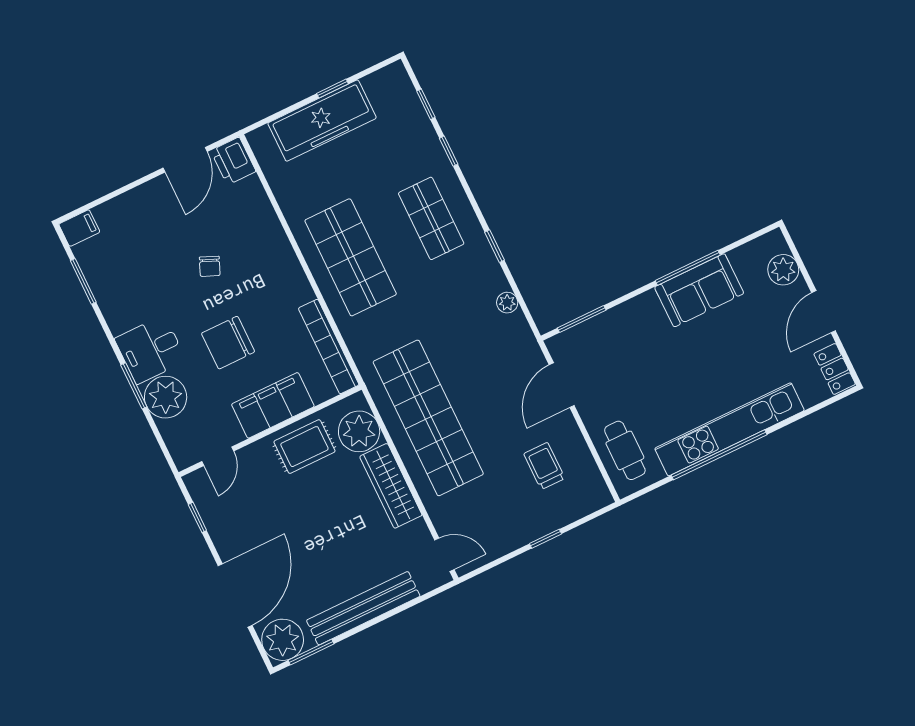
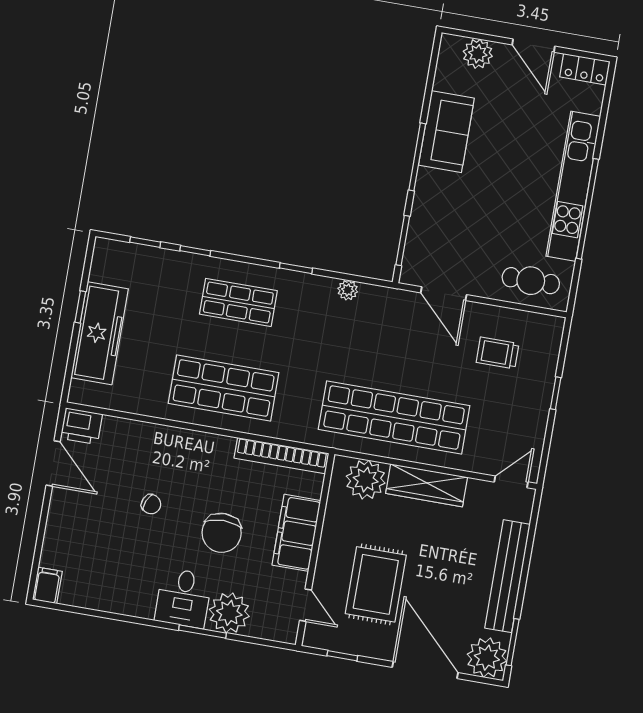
window: (688, 268) -> (417, 157), moved
window: (83, 281) -> (92, 612), removed
rug: (304, 447) -> (376, 584), moved, width x1.36, depth x1.43

